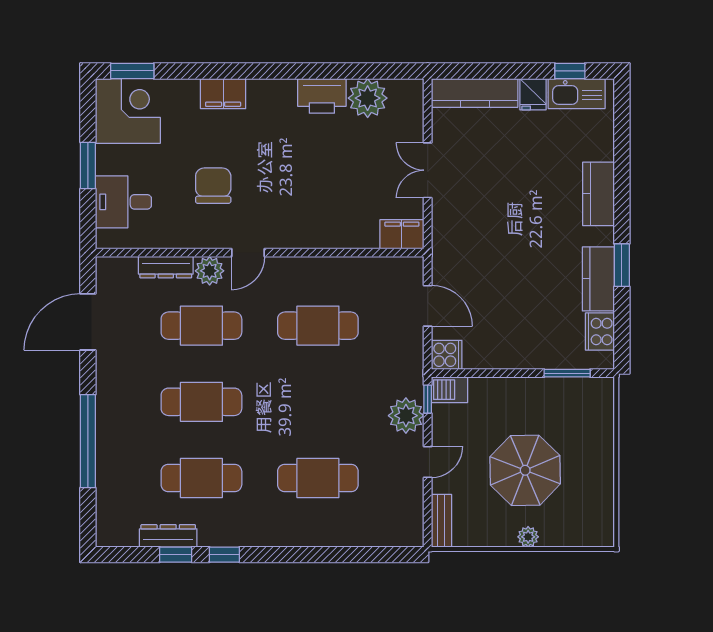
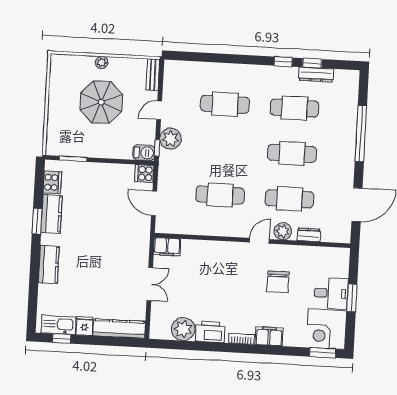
bookcase: (269, 87) -> (242, 339), added
desk: (123, 202) -> (331, 293), moved
dresser: (166, 267) -> (309, 235), width x0.70

